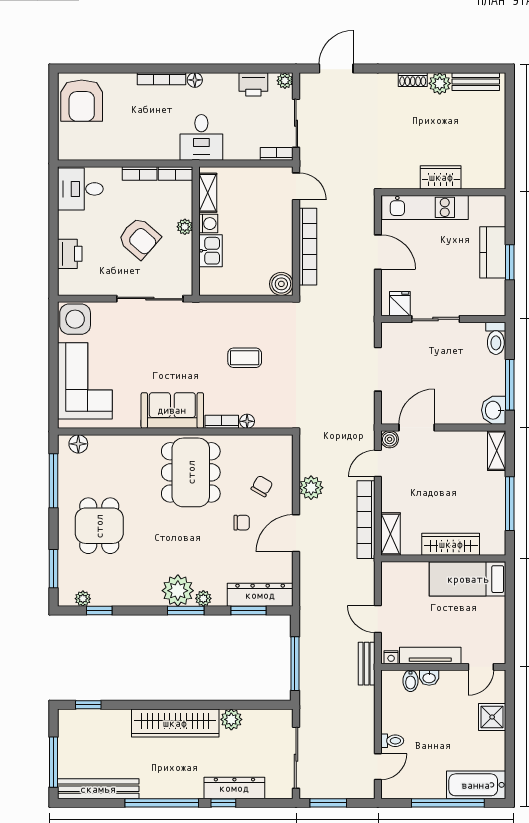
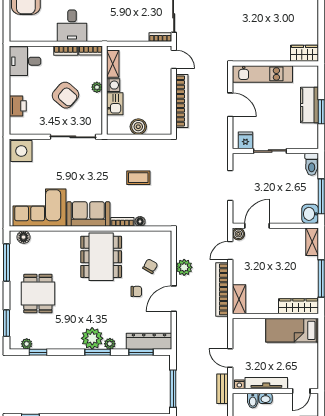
desk: (201, 137) -> (72, 26), moved
wardrobe: (441, 177) -> (304, 53), moved
boiler: (281, 284) -> (138, 127), moved
corner sofa: (85, 381) -> (39, 208), moved, turned -90
wardrobe: (451, 544) -> (298, 306), moved

